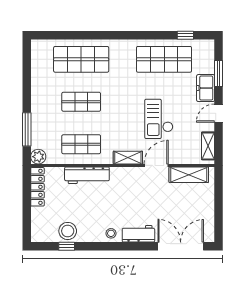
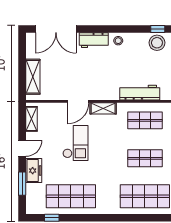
shelving: (189, 175) -> (33, 77), moved, turned 90

